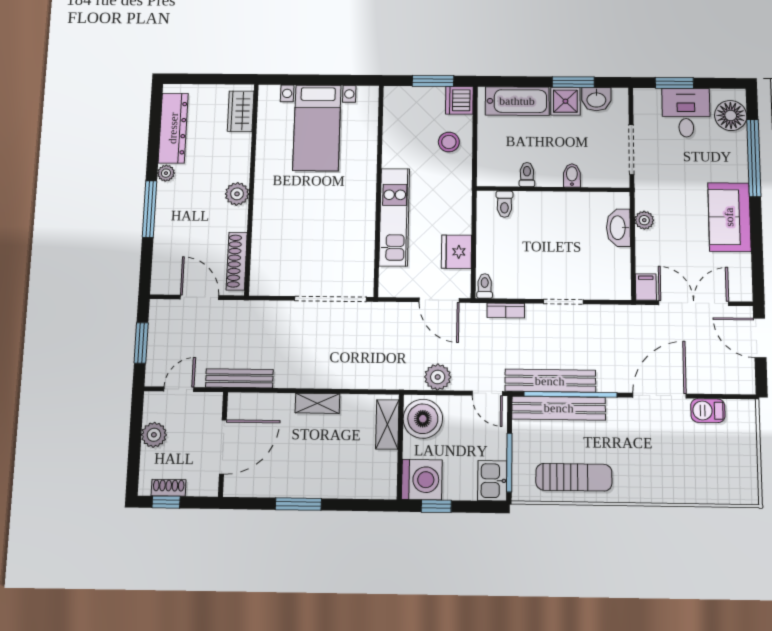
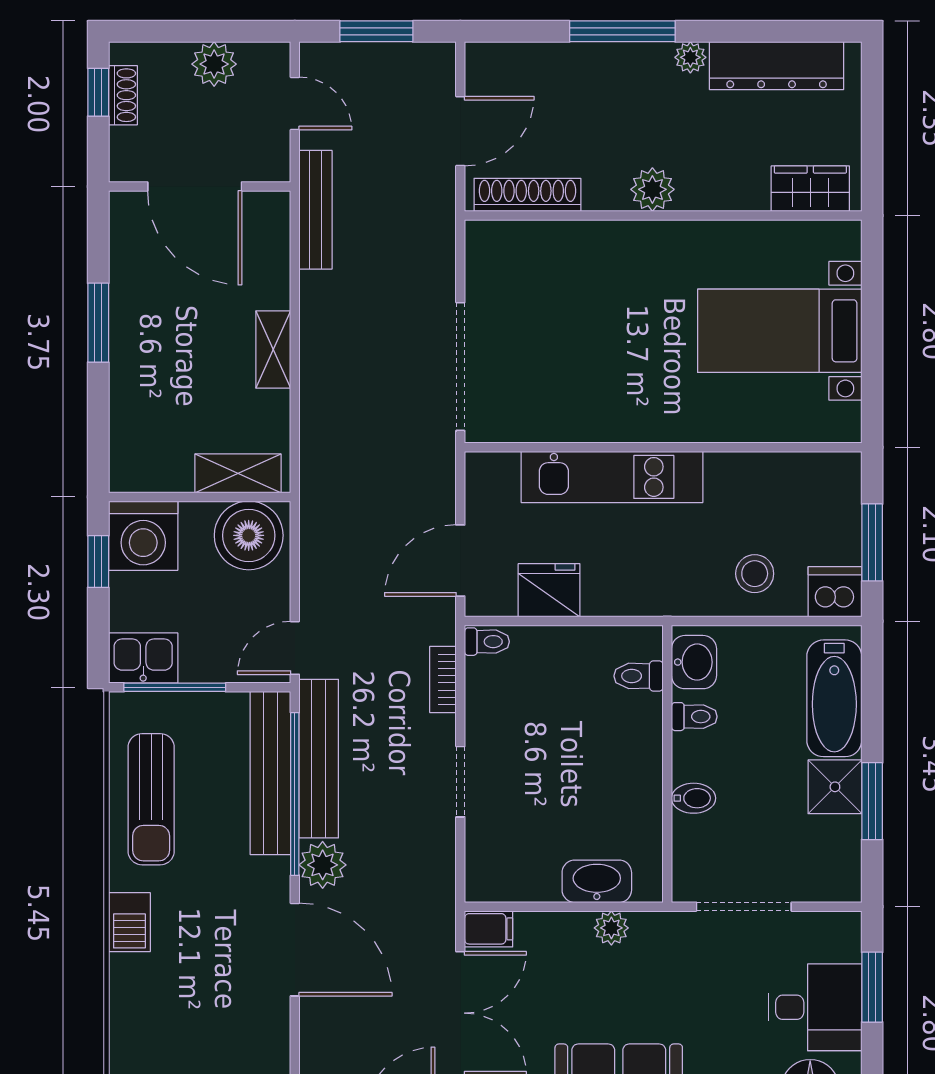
washbasin: (596, 99) -> (694, 662), moved, turned 180
plant: (438, 377) -> (323, 865), moved
barbecue: (708, 411) -> (129, 922), moved, turned 180

